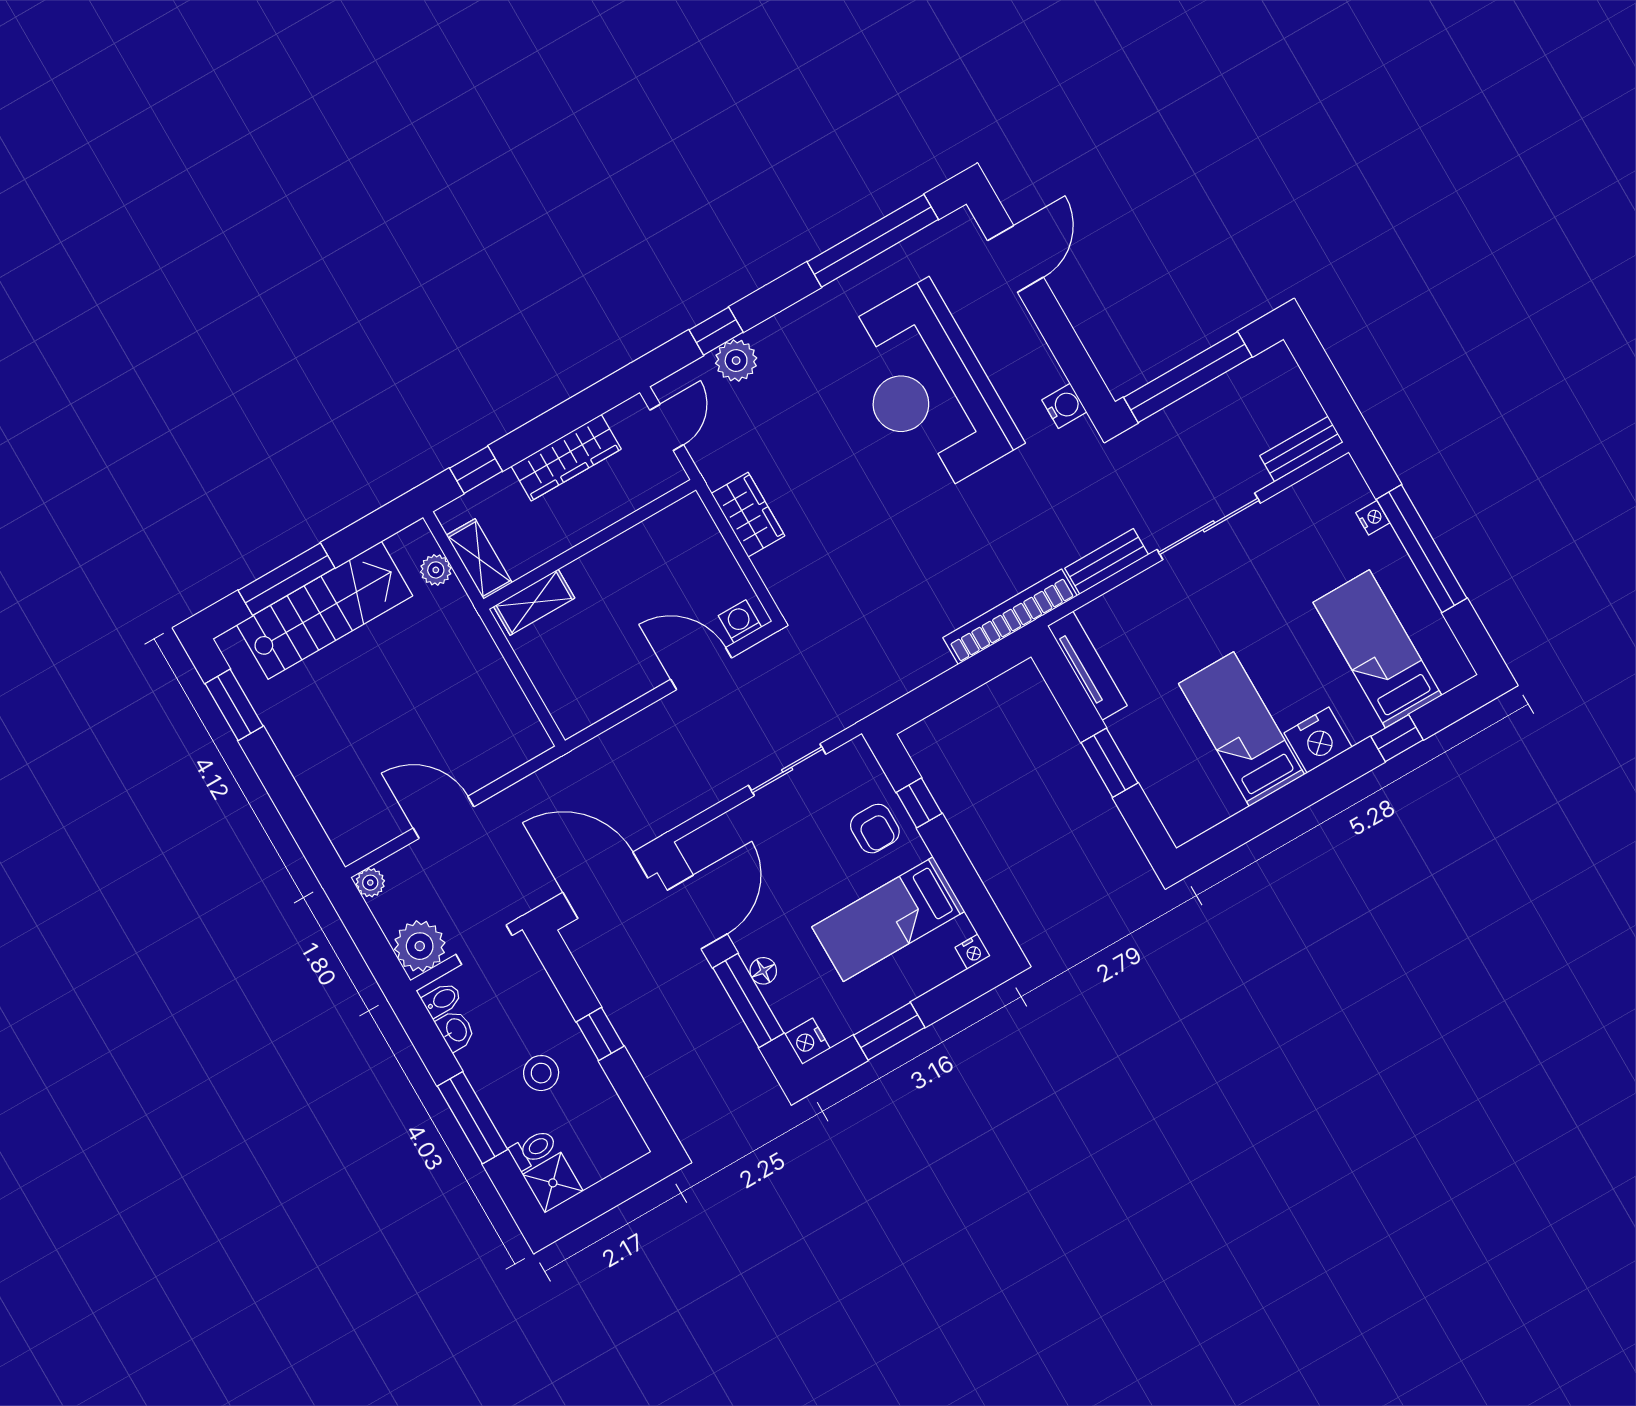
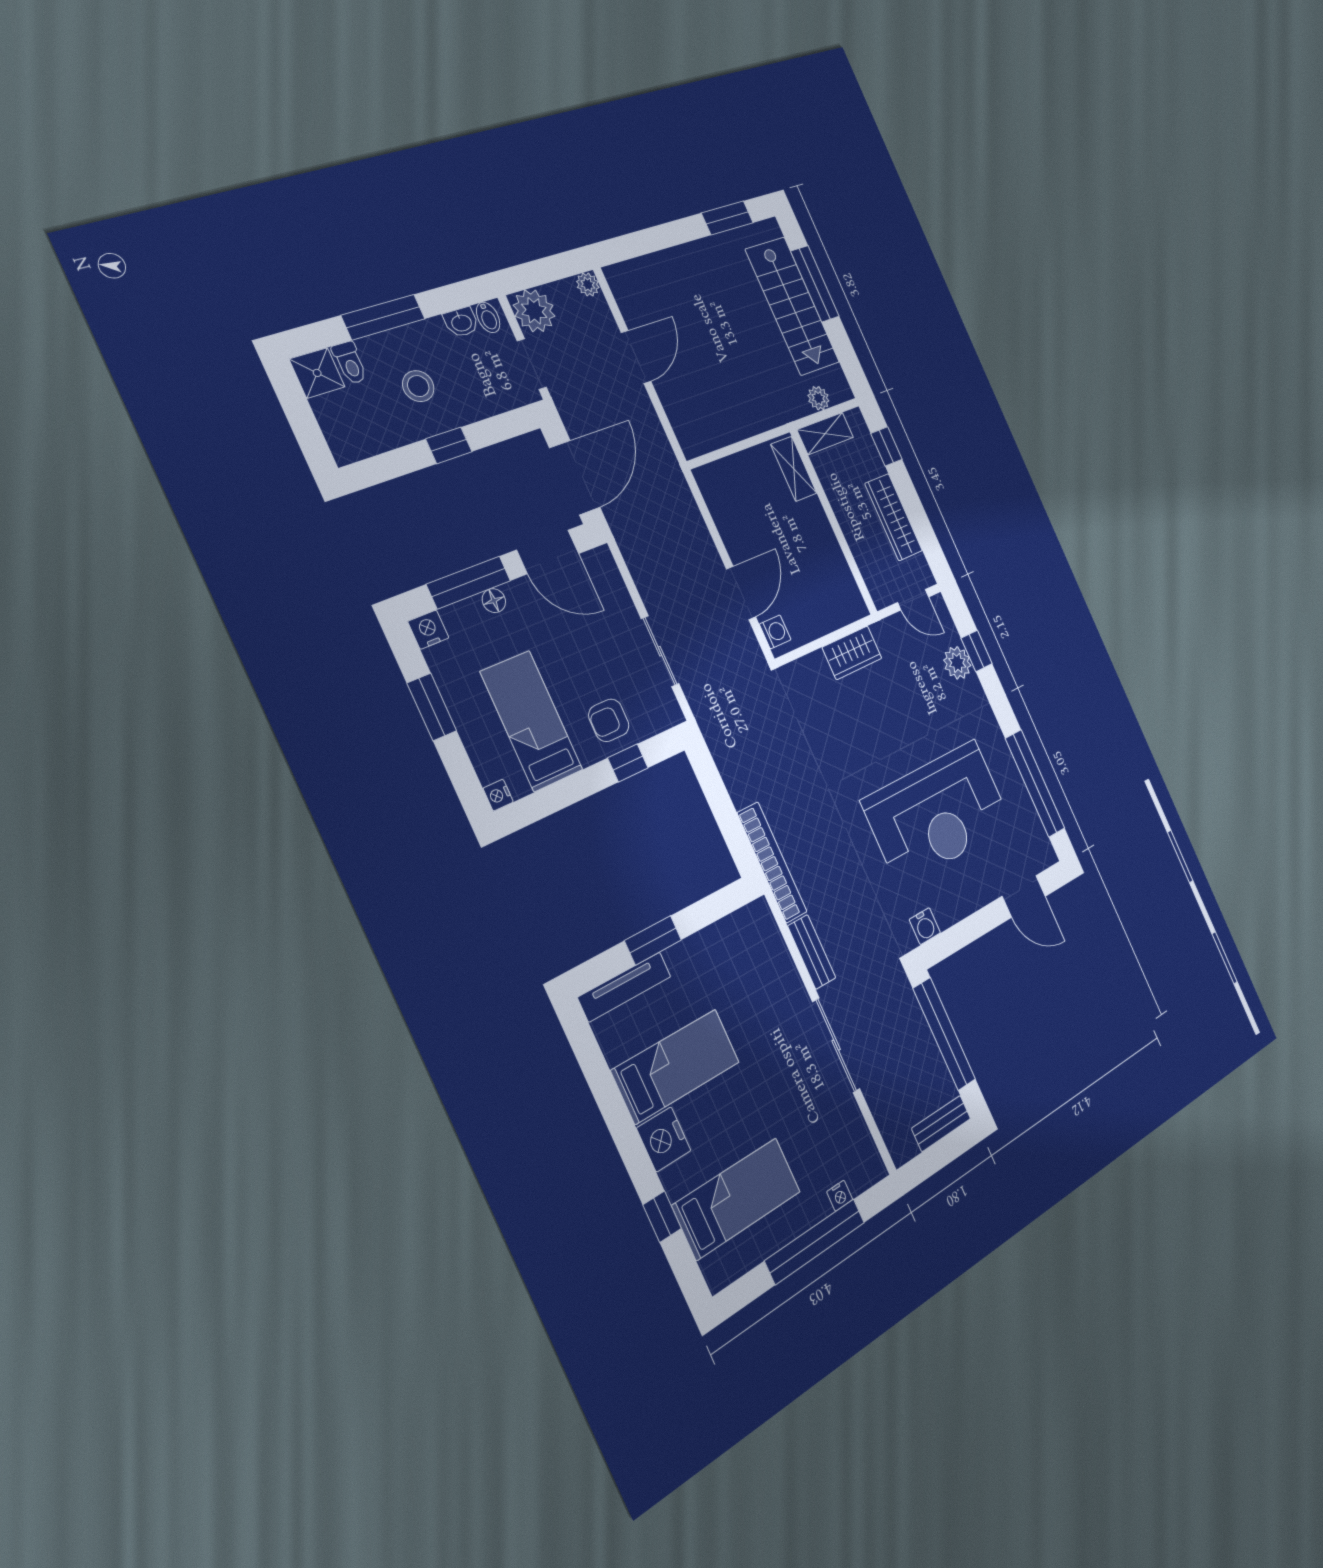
reception desk: (927, 389) -> (938, 813), turned 180
bench: (1302, 449) -> (941, 1123), moved, turned 90
tv unit: (1087, 666) -> (625, 987), moved

